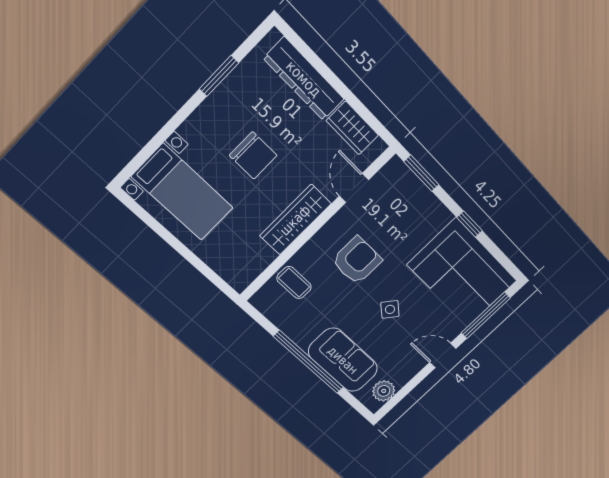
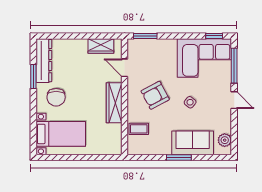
dresser: (304, 79) -> (44, 61), moved, turned -90
chair: (253, 155) -> (56, 97), moved, turned 90
window: (470, 224) -> (214, 36), moved
armchair: (357, 261) -> (155, 95), turned -118
door: (443, 355) -> (234, 100), swing flipped
window: (309, 362) -> (179, 157), width x0.47

